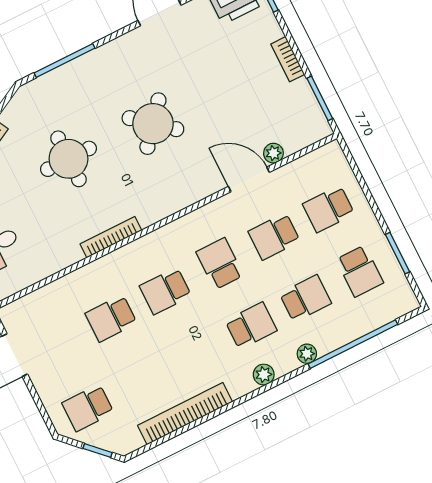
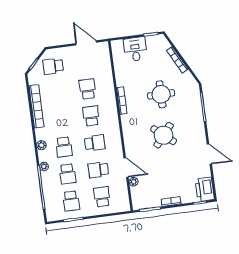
door: (249, 179) -> (126, 168), hinge flipped
school desk: (274, 236) -> (98, 170), turned -90
school desk: (360, 271) -> (71, 201), turned -90
school desk: (88, 408) -> (53, 66), turned -90

